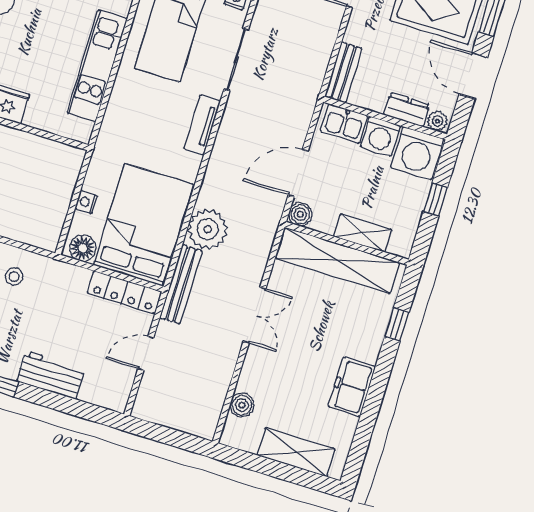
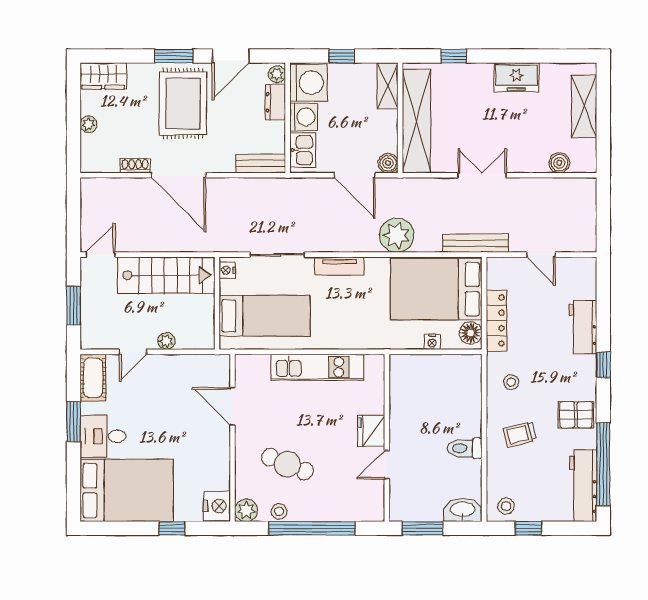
plant: (208, 229) -> (397, 235), moved
shelving: (363, 233) -> (388, 86), moved
locker: (124, 292) -> (496, 320), moved

